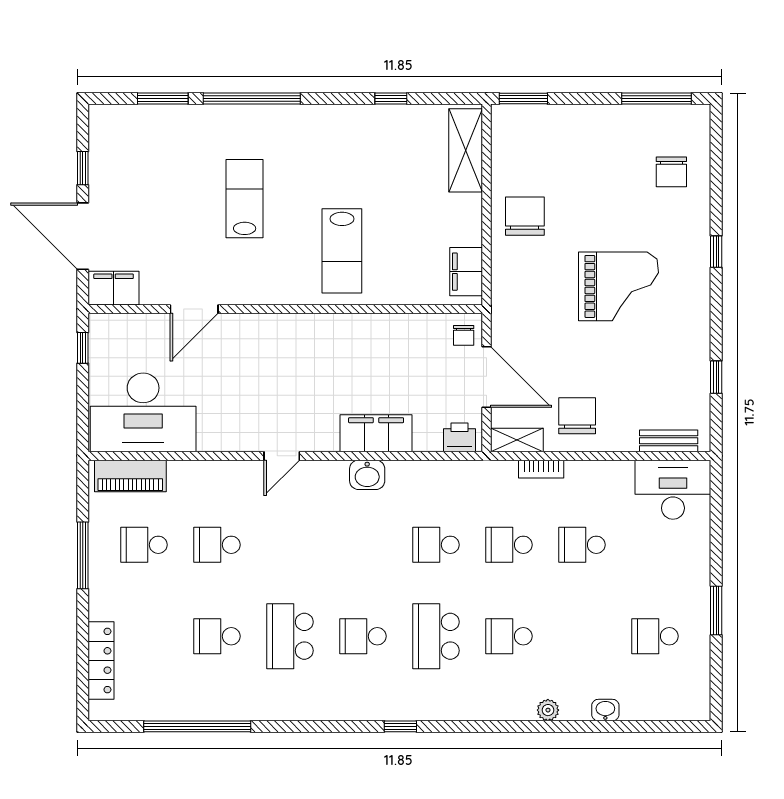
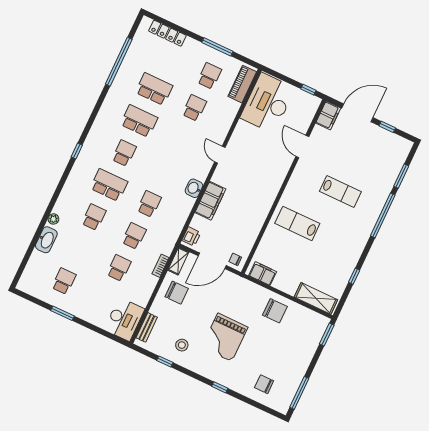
stool: (671, 360) -> (182, 345), added
school desk: (217, 636) -> (154, 89), width x1.85
washbasin: (605, 710) -> (46, 240), width x1.91, depth x1.45

